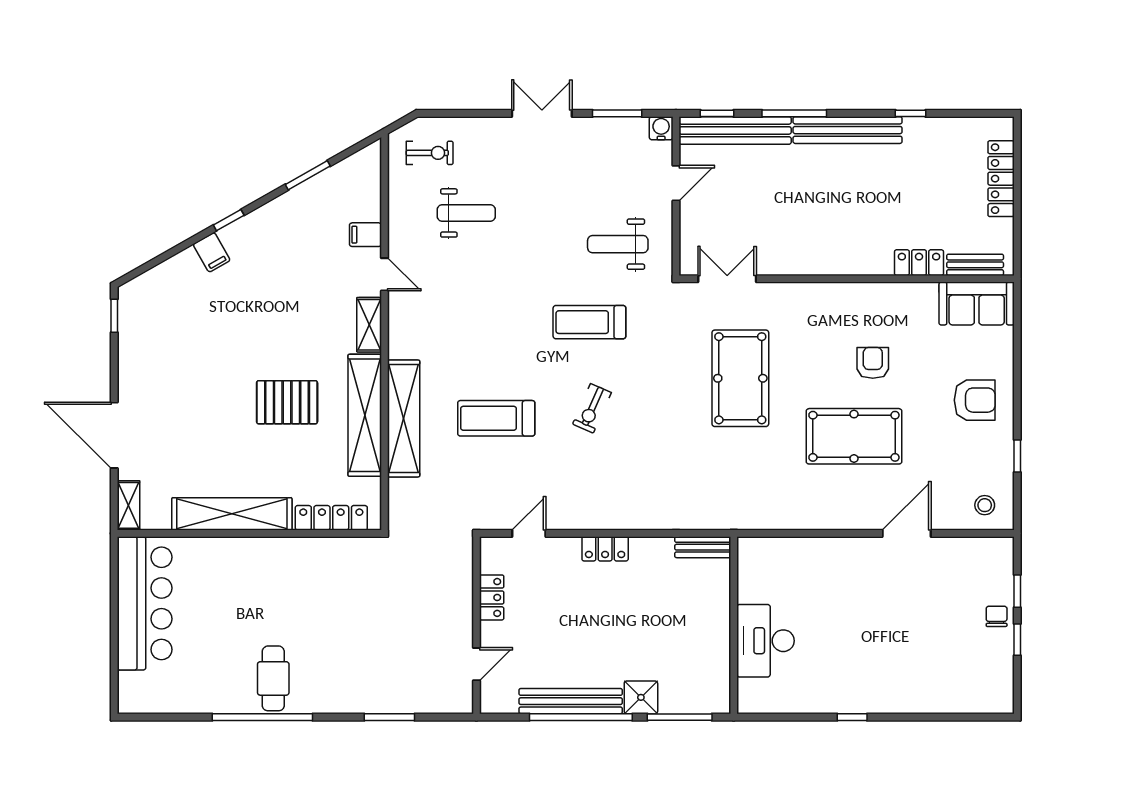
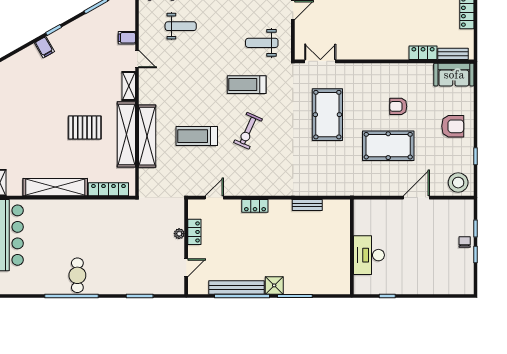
armchair: (873, 363) -> (398, 106), turned -90
exercise bike: (592, 408) -> (248, 131), width x1.38, depth x1.39
stool: (985, 505) -> (458, 183), width x1.89, depth x1.89
plant: (463, 601) -> (179, 234), added
wall: (734, 625) -> (352, 247), moved
desk: (765, 641) -> (369, 255), moved

